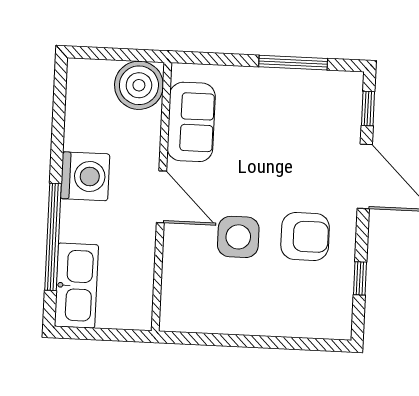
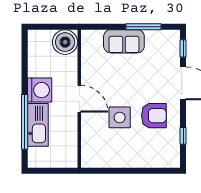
sofa: (191, 122) -> (124, 41), moved, turned 90
kitchen sink: (76, 286) -> (38, 125), moved

